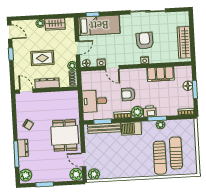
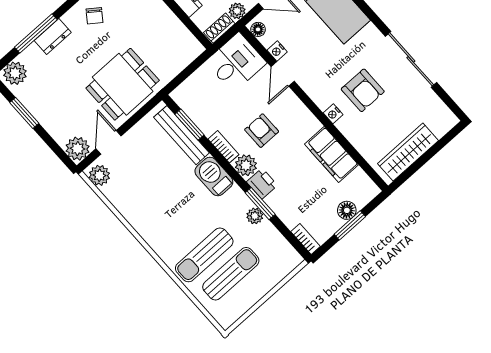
armchair: (145, 41) -> (363, 90), turned 93
desk: (94, 101) -> (236, 62), moved, turned 90

